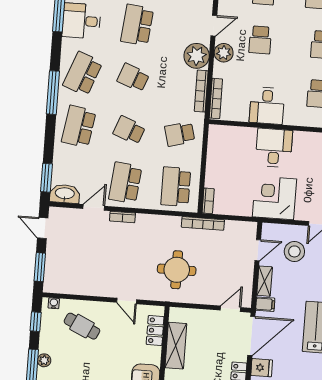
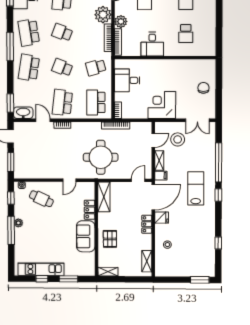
plant: (224, 53) -> (121, 22), moved
school desk: (83, 74) -> (29, 33), turned -30
desk: (274, 148) -> (127, 80), moved, turned -90
door: (94, 207) -> (43, 120), hinge flipped
round table: (177, 270) -> (101, 157), width x1.36, depth x1.36
door: (127, 301) -> (69, 180), hinge flipped
locker: (155, 330) -> (90, 210), moved
shelving: (176, 346) -> (104, 197), moved

